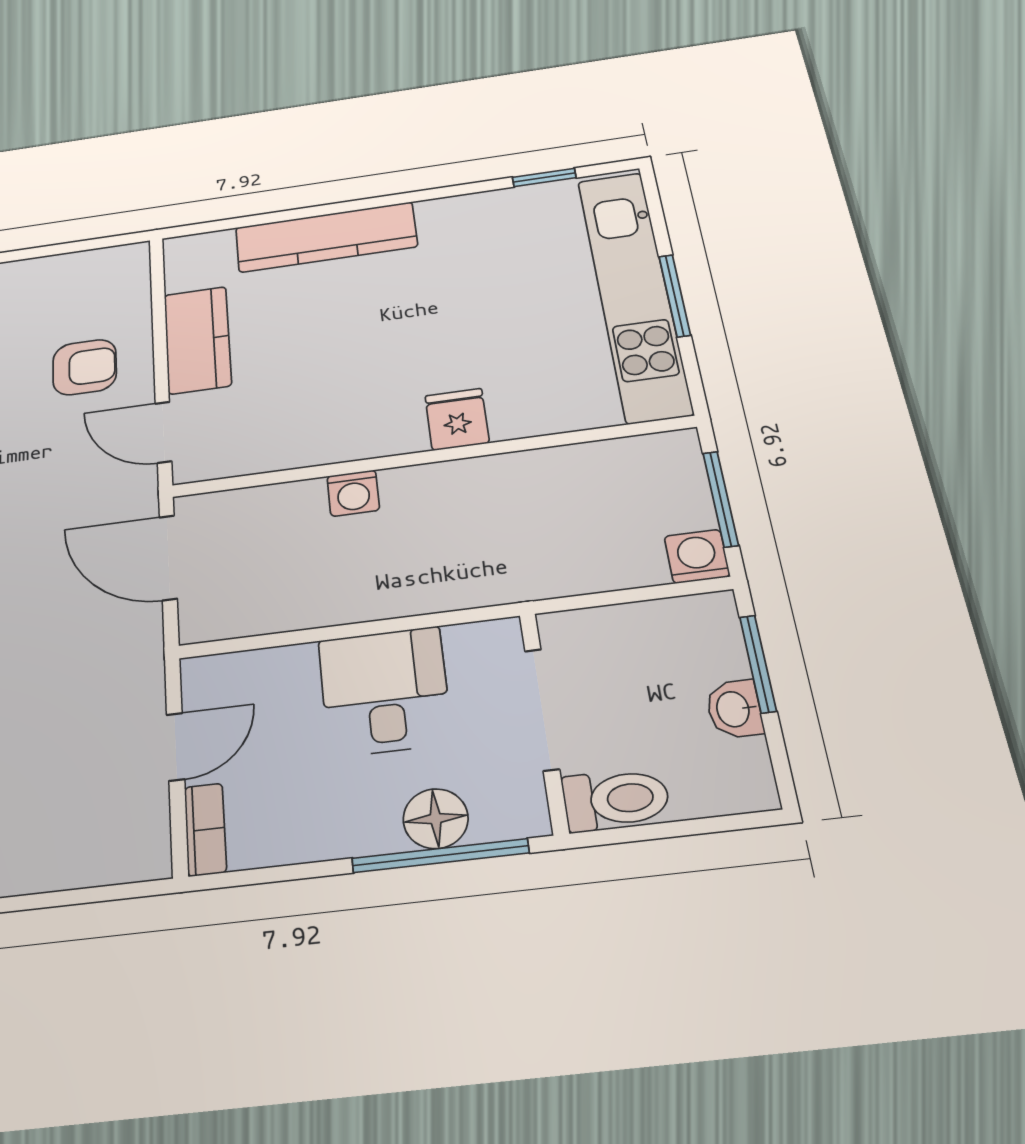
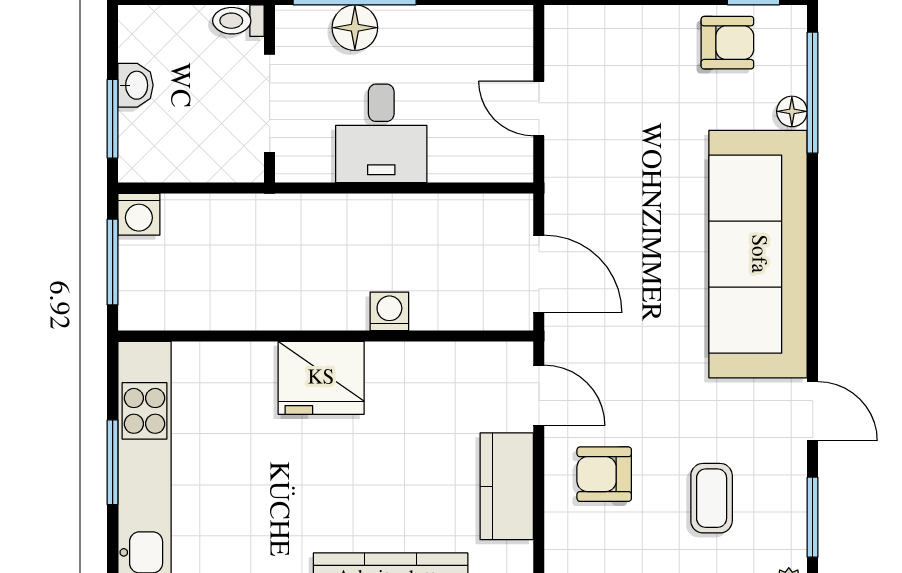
fridge: (457, 419) -> (321, 378), width x1.88, depth x1.34
door: (176, 747) -> (539, 108), hinge flipped
toilet: (616, 799) -> (238, 21), width x0.73, depth x0.72
bookcase: (205, 829) -> (520, 40), removed

